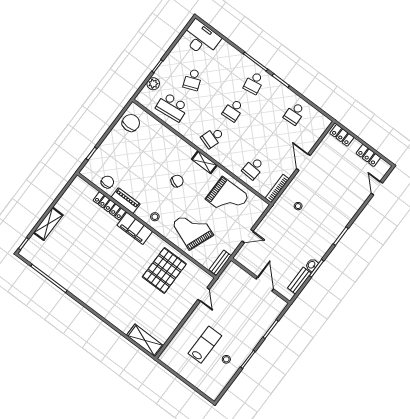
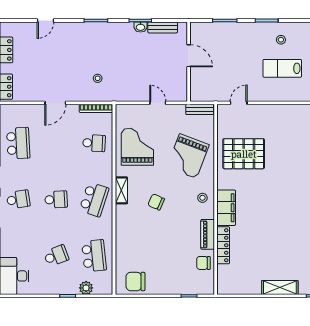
school desk: (294, 114) -> (18, 143), width x1.85
school desk: (213, 138) -> (94, 199), width x1.85
door: (377, 188) -> (45, 21), moved
door: (265, 284) -> (189, 56), swing flipped

